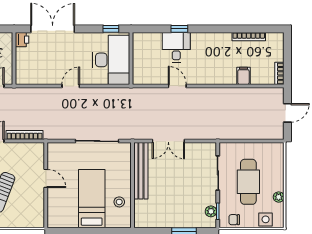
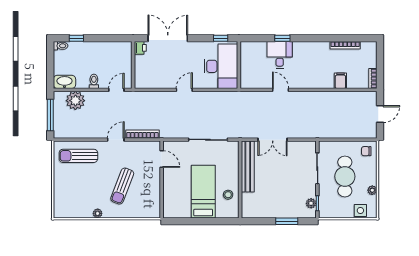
door: (46, 178) -> (162, 159), moved
chair: (234, 220) -> (366, 151), moved

